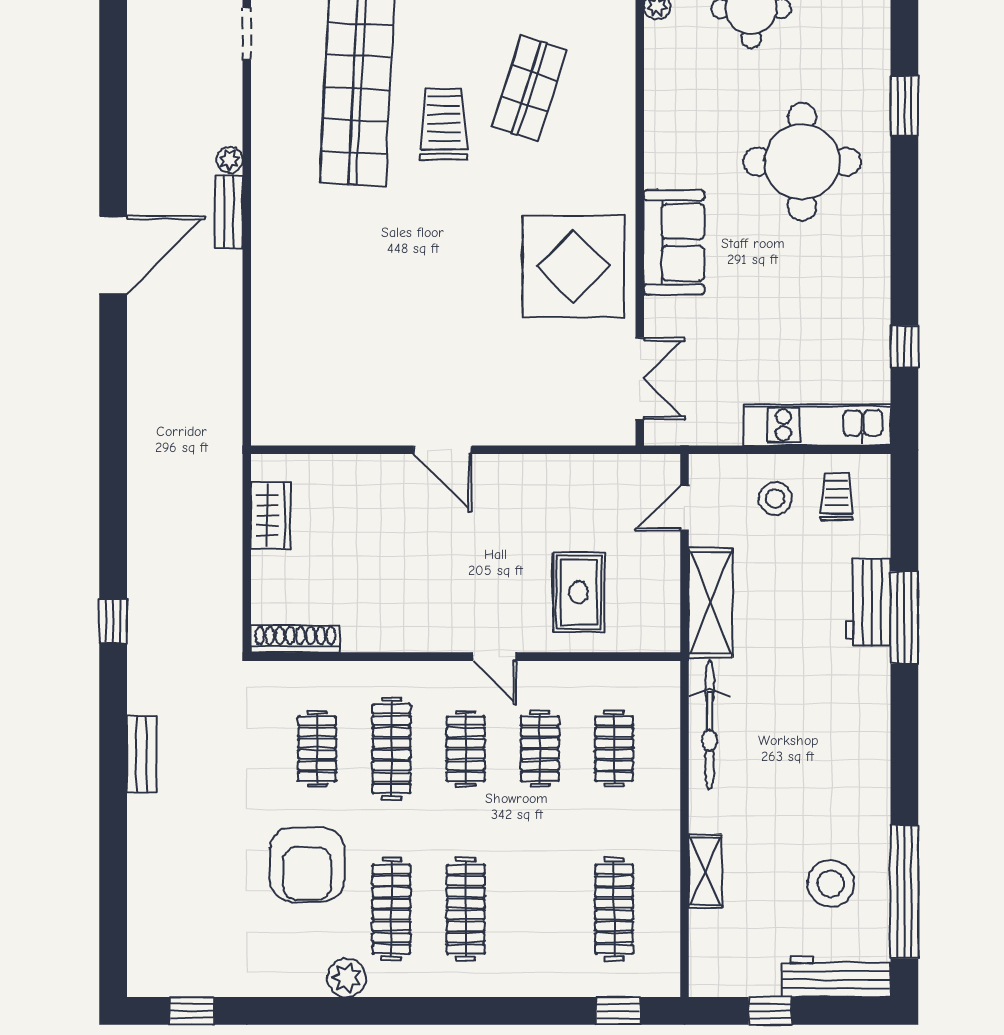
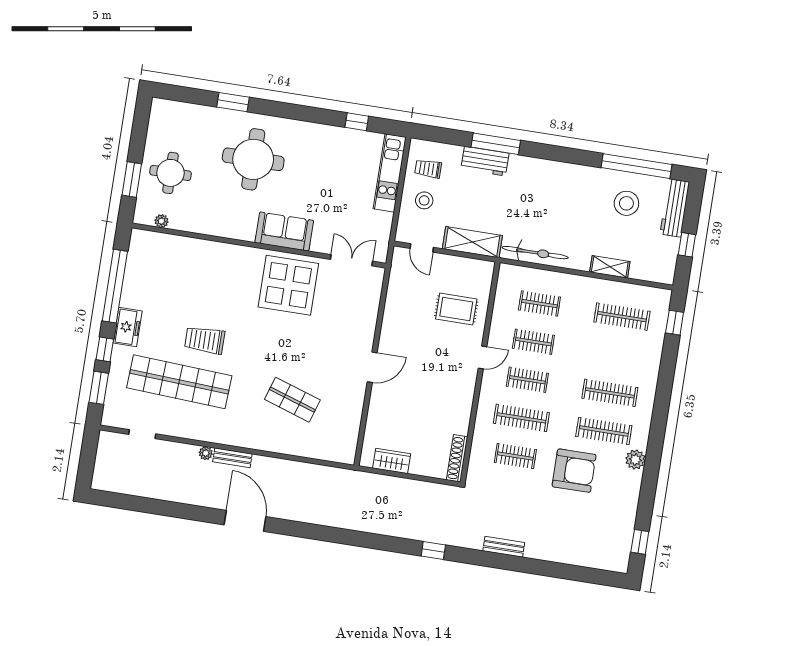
shop shelf: (529, 88) -> (292, 400), moved

